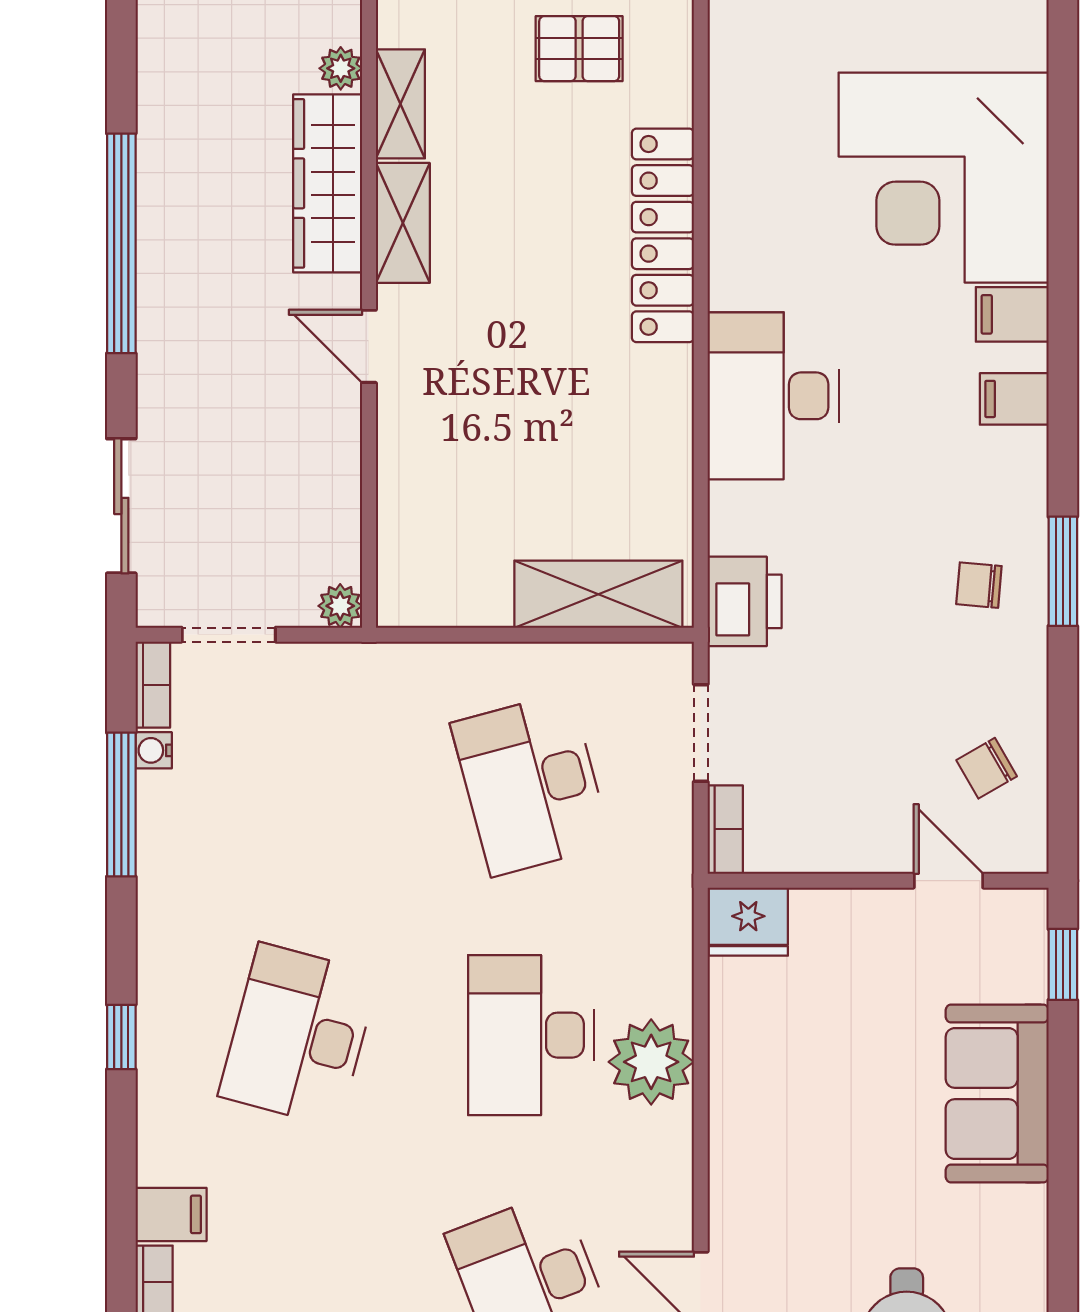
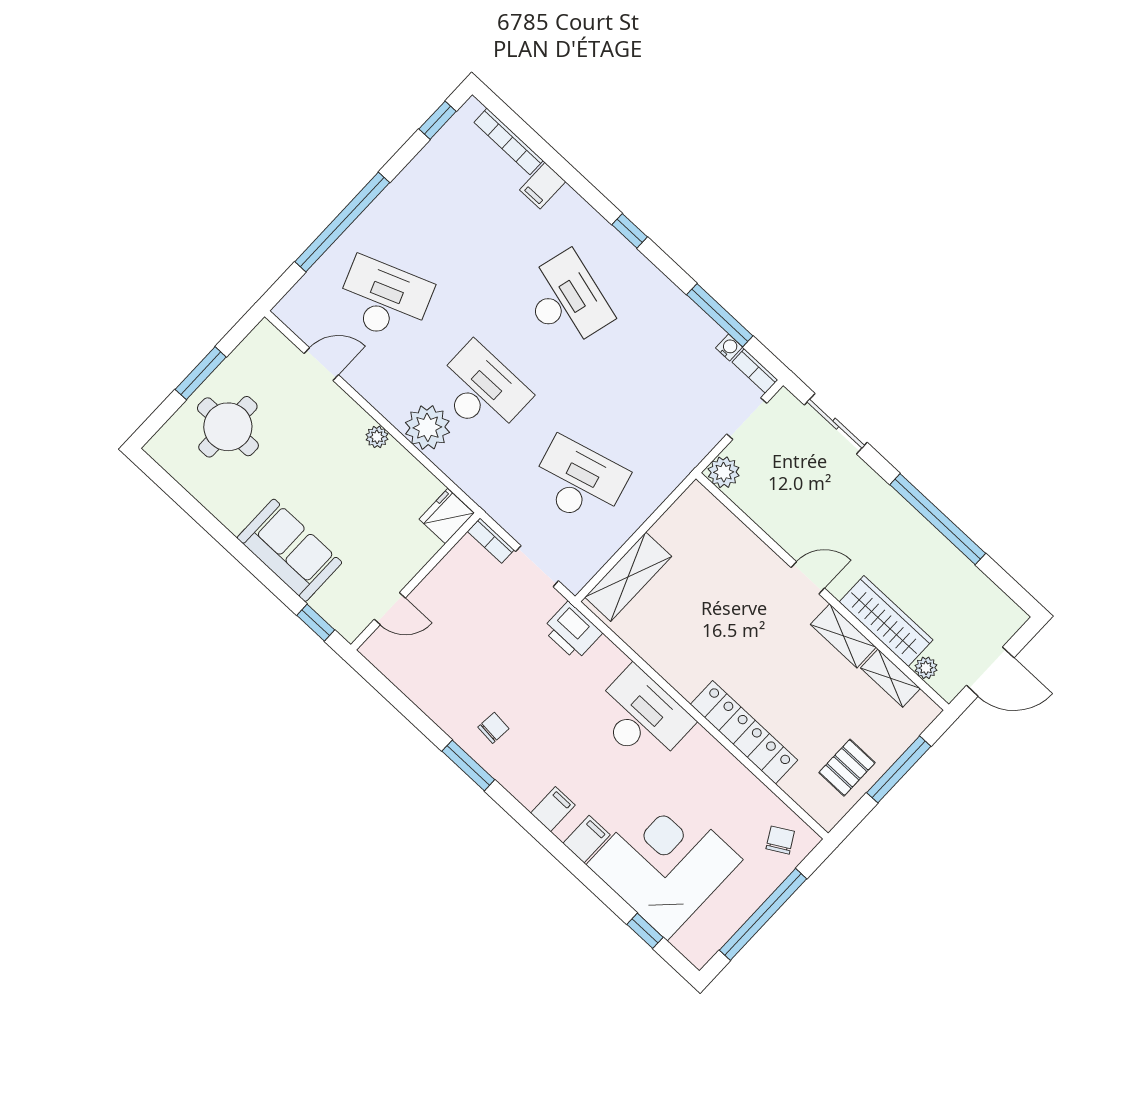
window: (1063, 116) -> (645, 931), added
plant: (340, 606) -> (724, 472), width x1.38, depth x1.38
chair: (987, 768) -> (780, 840), moved
plant: (729, 1119) -> (377, 437), added

